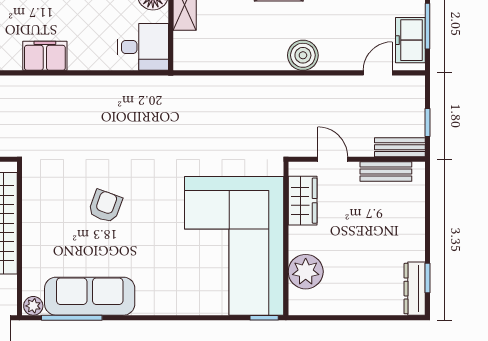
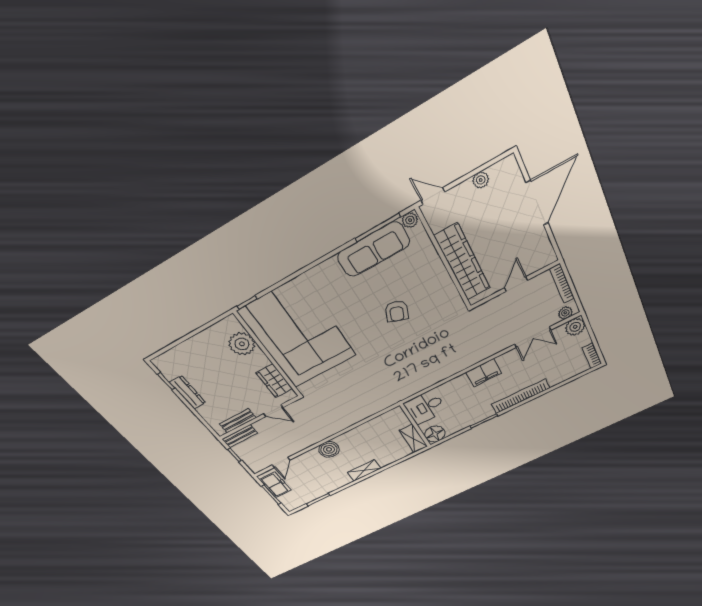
dresser: (415, 289) -> (188, 392), moved

